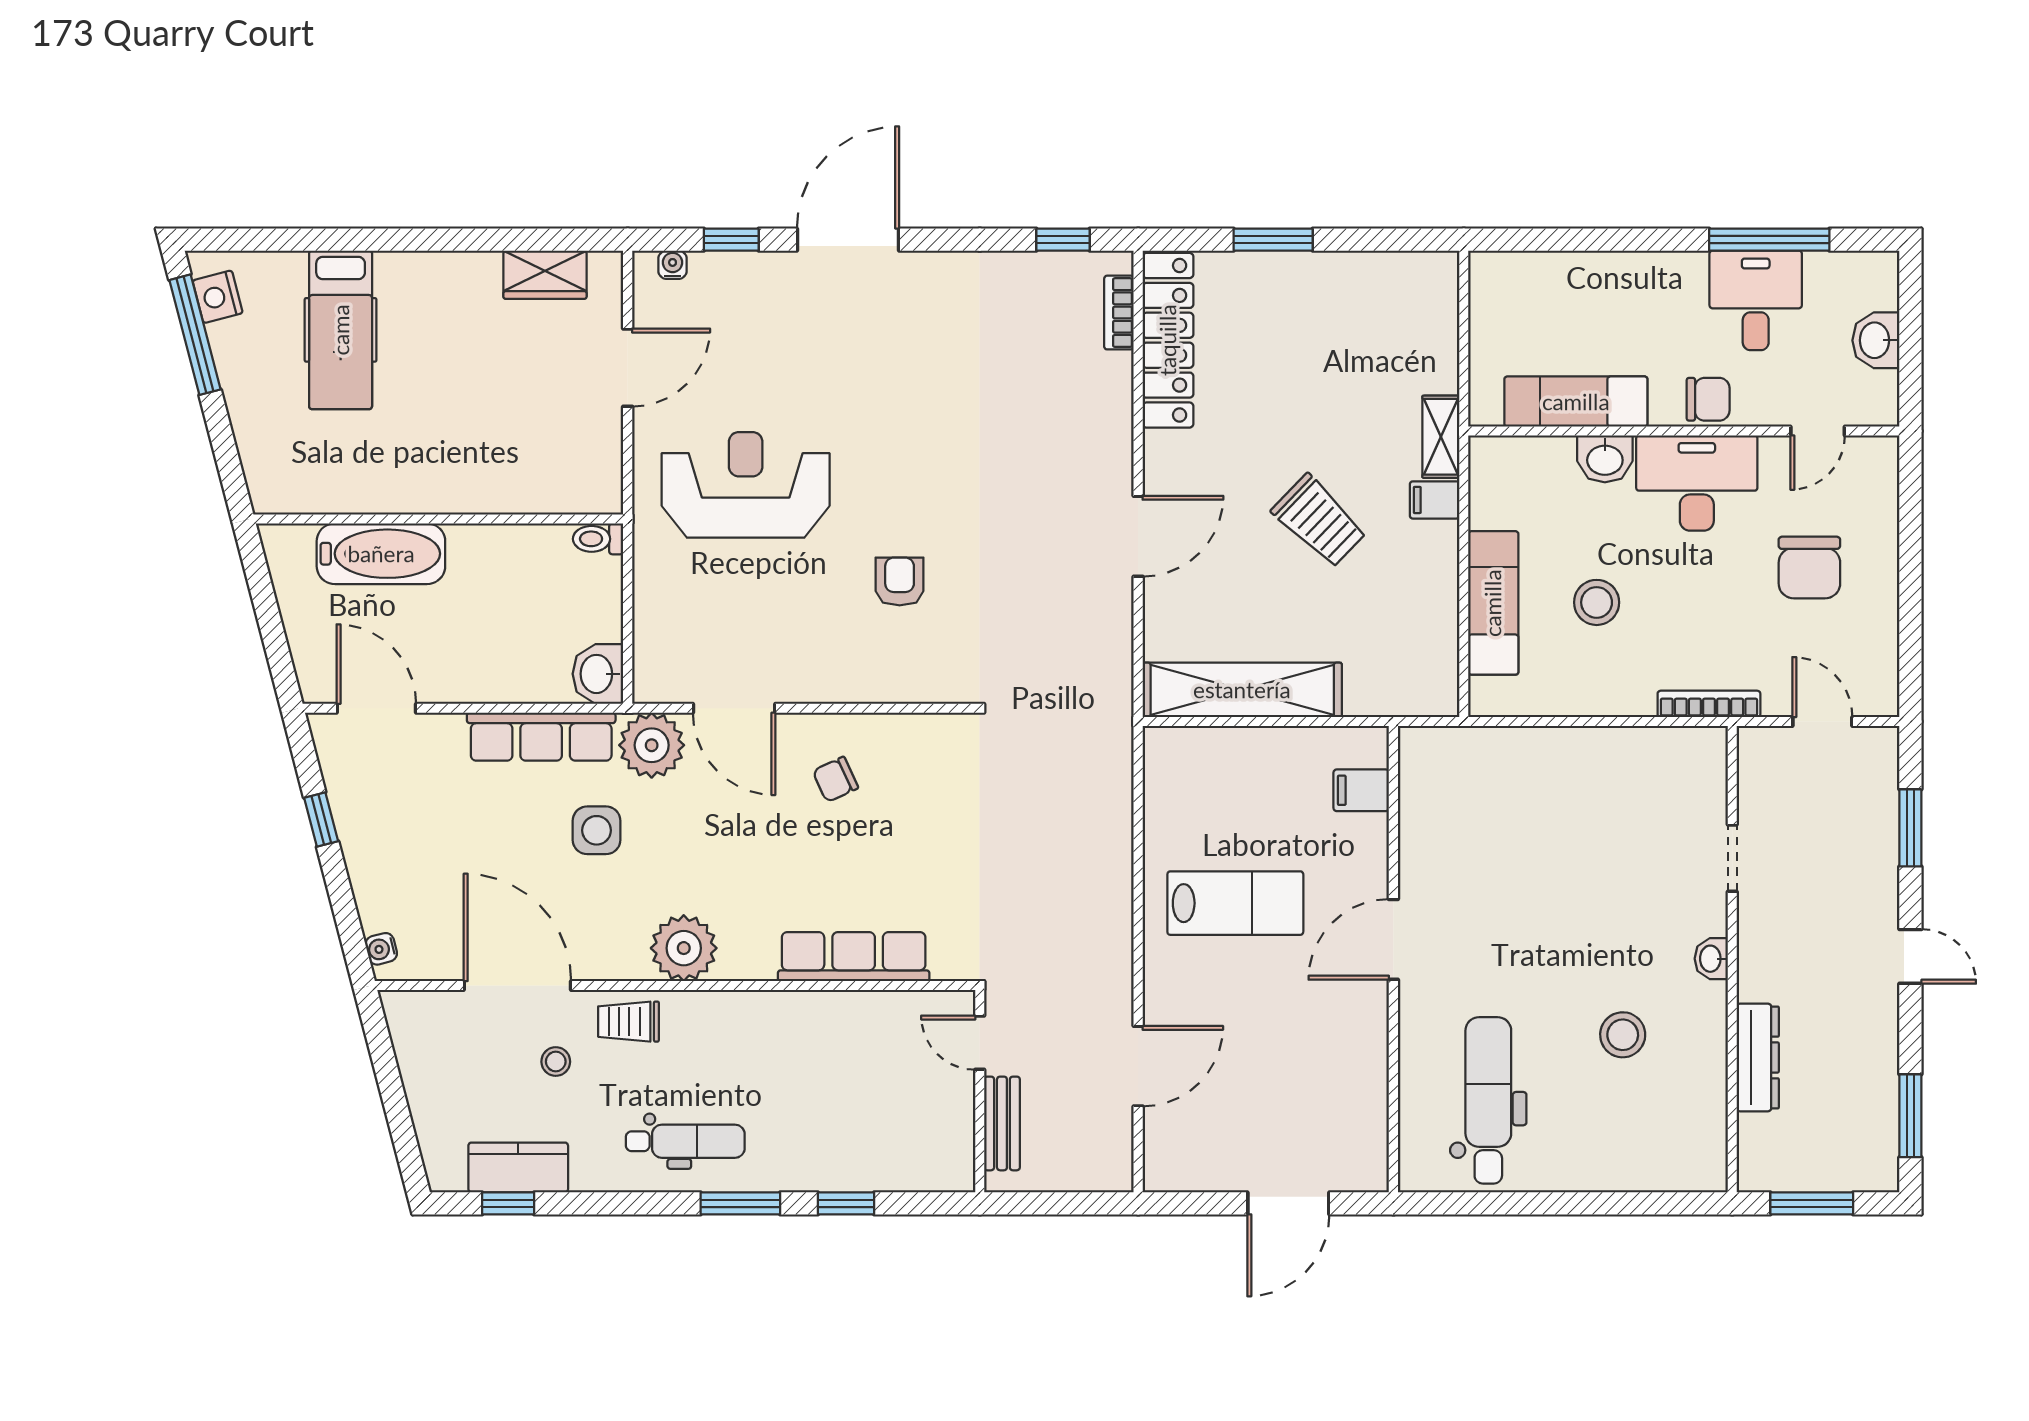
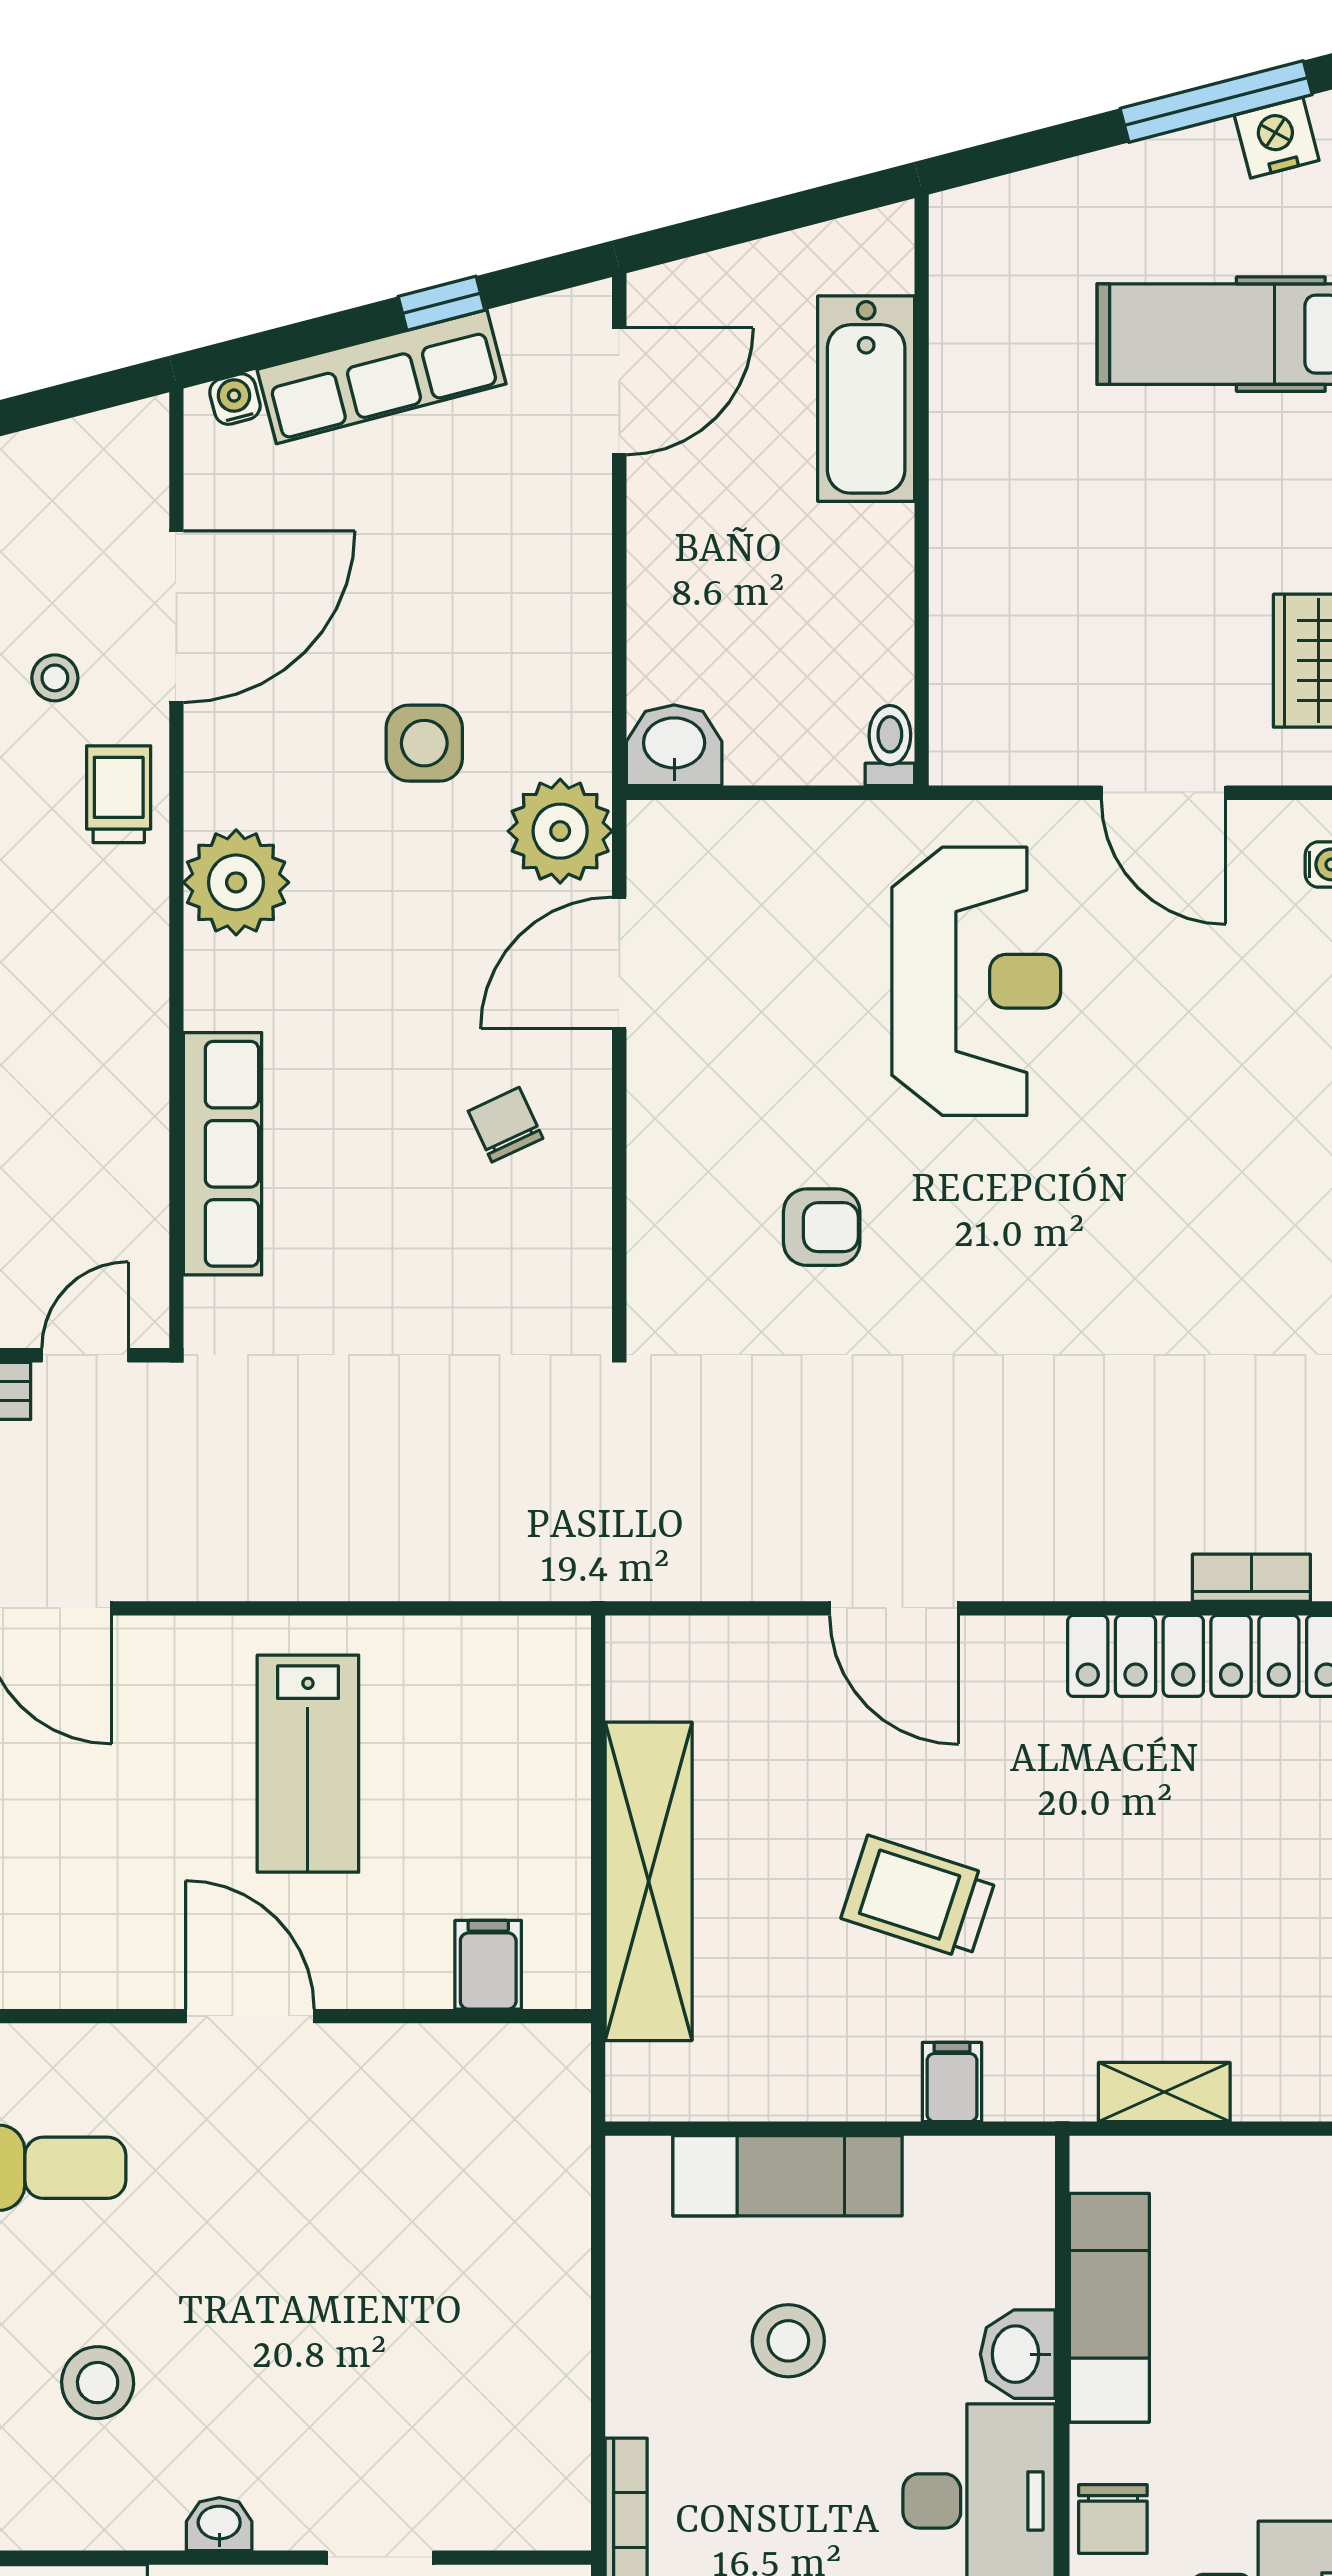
shelving: (1441, 437) -> (1164, 2092), moved
trolley: (1319, 521) -> (919, 1898), turned 64
shelving: (1242, 690) -> (649, 1881), moved
row of seats: (541, 737) -> (382, 377), moved, turned -105

